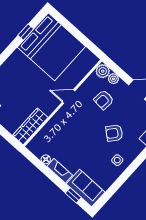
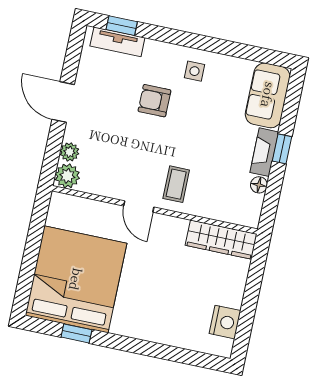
armchair: (104, 100) -> (112, 148), removed
coffee table: (69, 120) -> (176, 184), added
armchair: (114, 133) -> (154, 101), turned 140
window: (73, 195) -> (282, 149), moved

